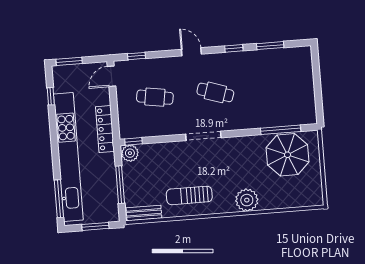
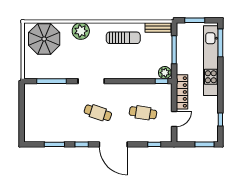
door: (191, 52) -> (113, 144), width x1.88
door: (111, 76) -> (174, 119), moved
doorway: (203, 136) -> (91, 81), moved
parasol: (287, 155) -> (44, 39), moved
kitchen unit: (68, 157) -> (211, 61), width x0.73

